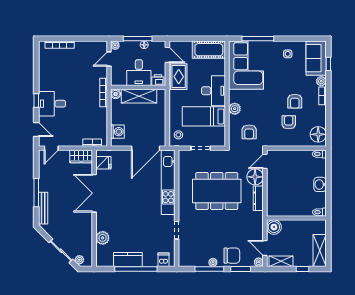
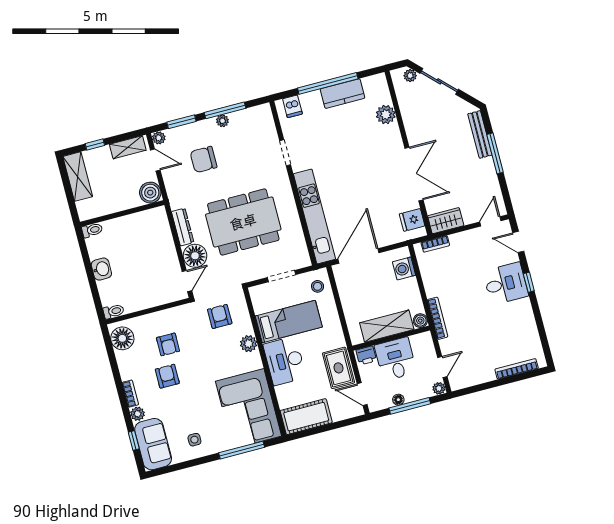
chair: (232, 256) -> (204, 160), moved

